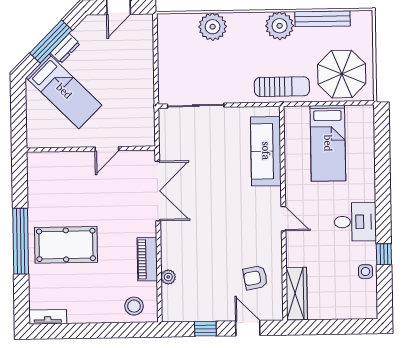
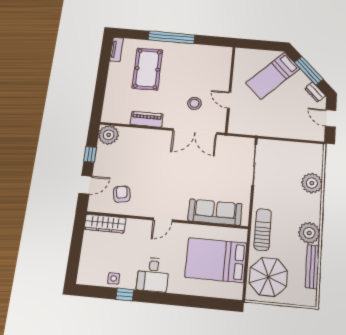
dresser: (65, 48) -> (315, 92), moved
sun lounger: (282, 87) -> (263, 230), turned 180
bed: (328, 143) -> (216, 260), width x1.50
pool table: (66, 245) -> (147, 69), moved
plant: (168, 277) -> (109, 135), moved, width x1.88, depth x1.88
stool: (134, 306) -> (194, 103), moved

